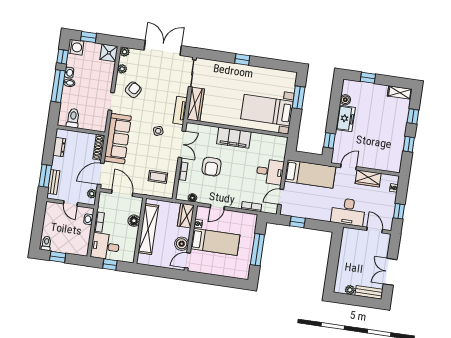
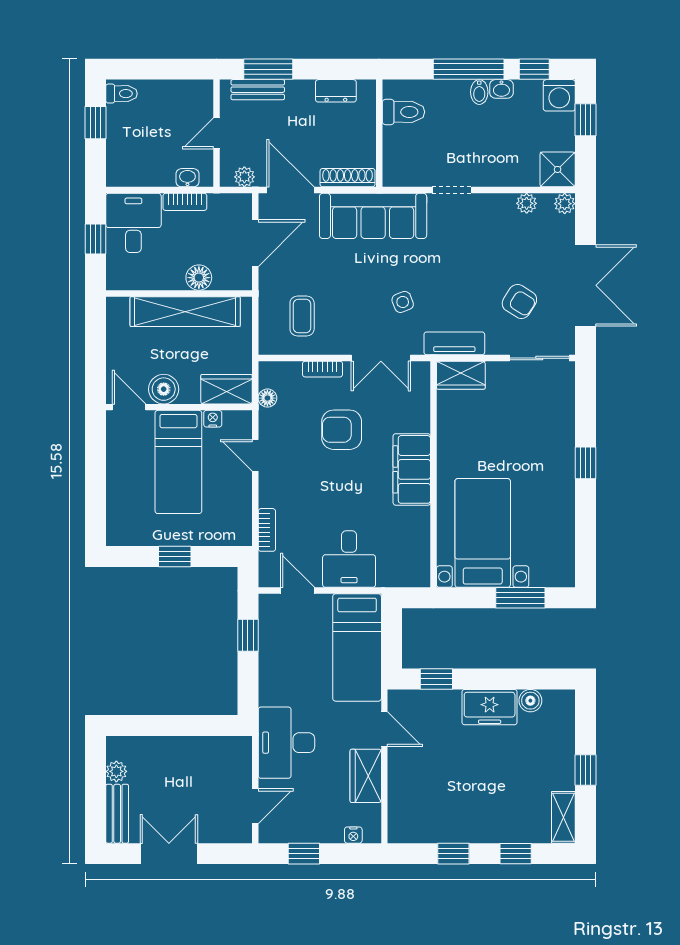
window: (368, 78) -> (585, 770), moved
armchair: (133, 90) -> (519, 301), moved
wardrobe: (196, 104) -> (461, 375), width x0.67
window: (257, 250) -> (175, 556), width x0.46

